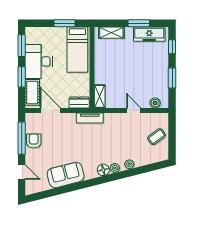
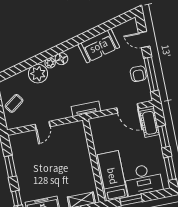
desk: (39, 61) -> (143, 179), moved, turned 90
shelving: (100, 96) -> (80, 133), removed
dresser: (79, 102) -> (100, 122), removed
boiler: (155, 103) -> (22, 137), removed
door: (134, 110) -> (43, 125), hinge flipped
plant: (129, 164) -> (38, 74), width x1.88, depth x1.88

